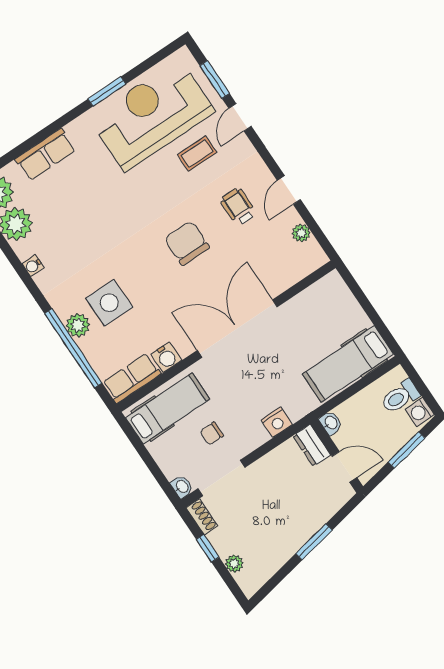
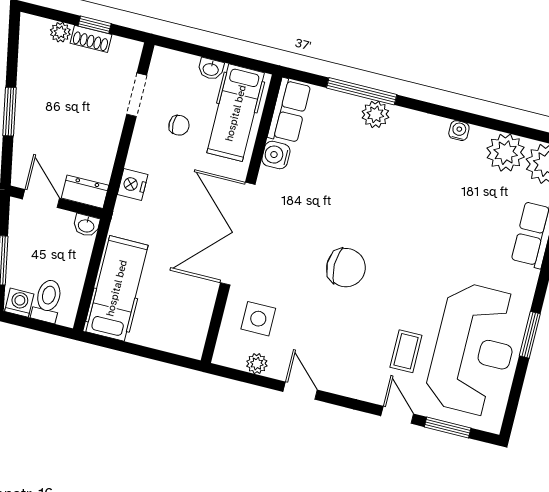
wheelchair: (238, 207) -> (330, 338), removed
side table: (109, 303) -> (258, 319), moved, width x0.73, depth x0.73
double door: (237, 329) -> (238, 234), swing flipped
window: (73, 348) -> (362, 91), width x0.68
chair: (212, 433) -> (179, 125), turned 90
door: (344, 467) -> (41, 199), swing flipped
doorway: (221, 478) -> (137, 95), width x0.73
washbasin: (182, 487) -> (211, 69), moved
shoe rack: (202, 517) -> (91, 39), moved

